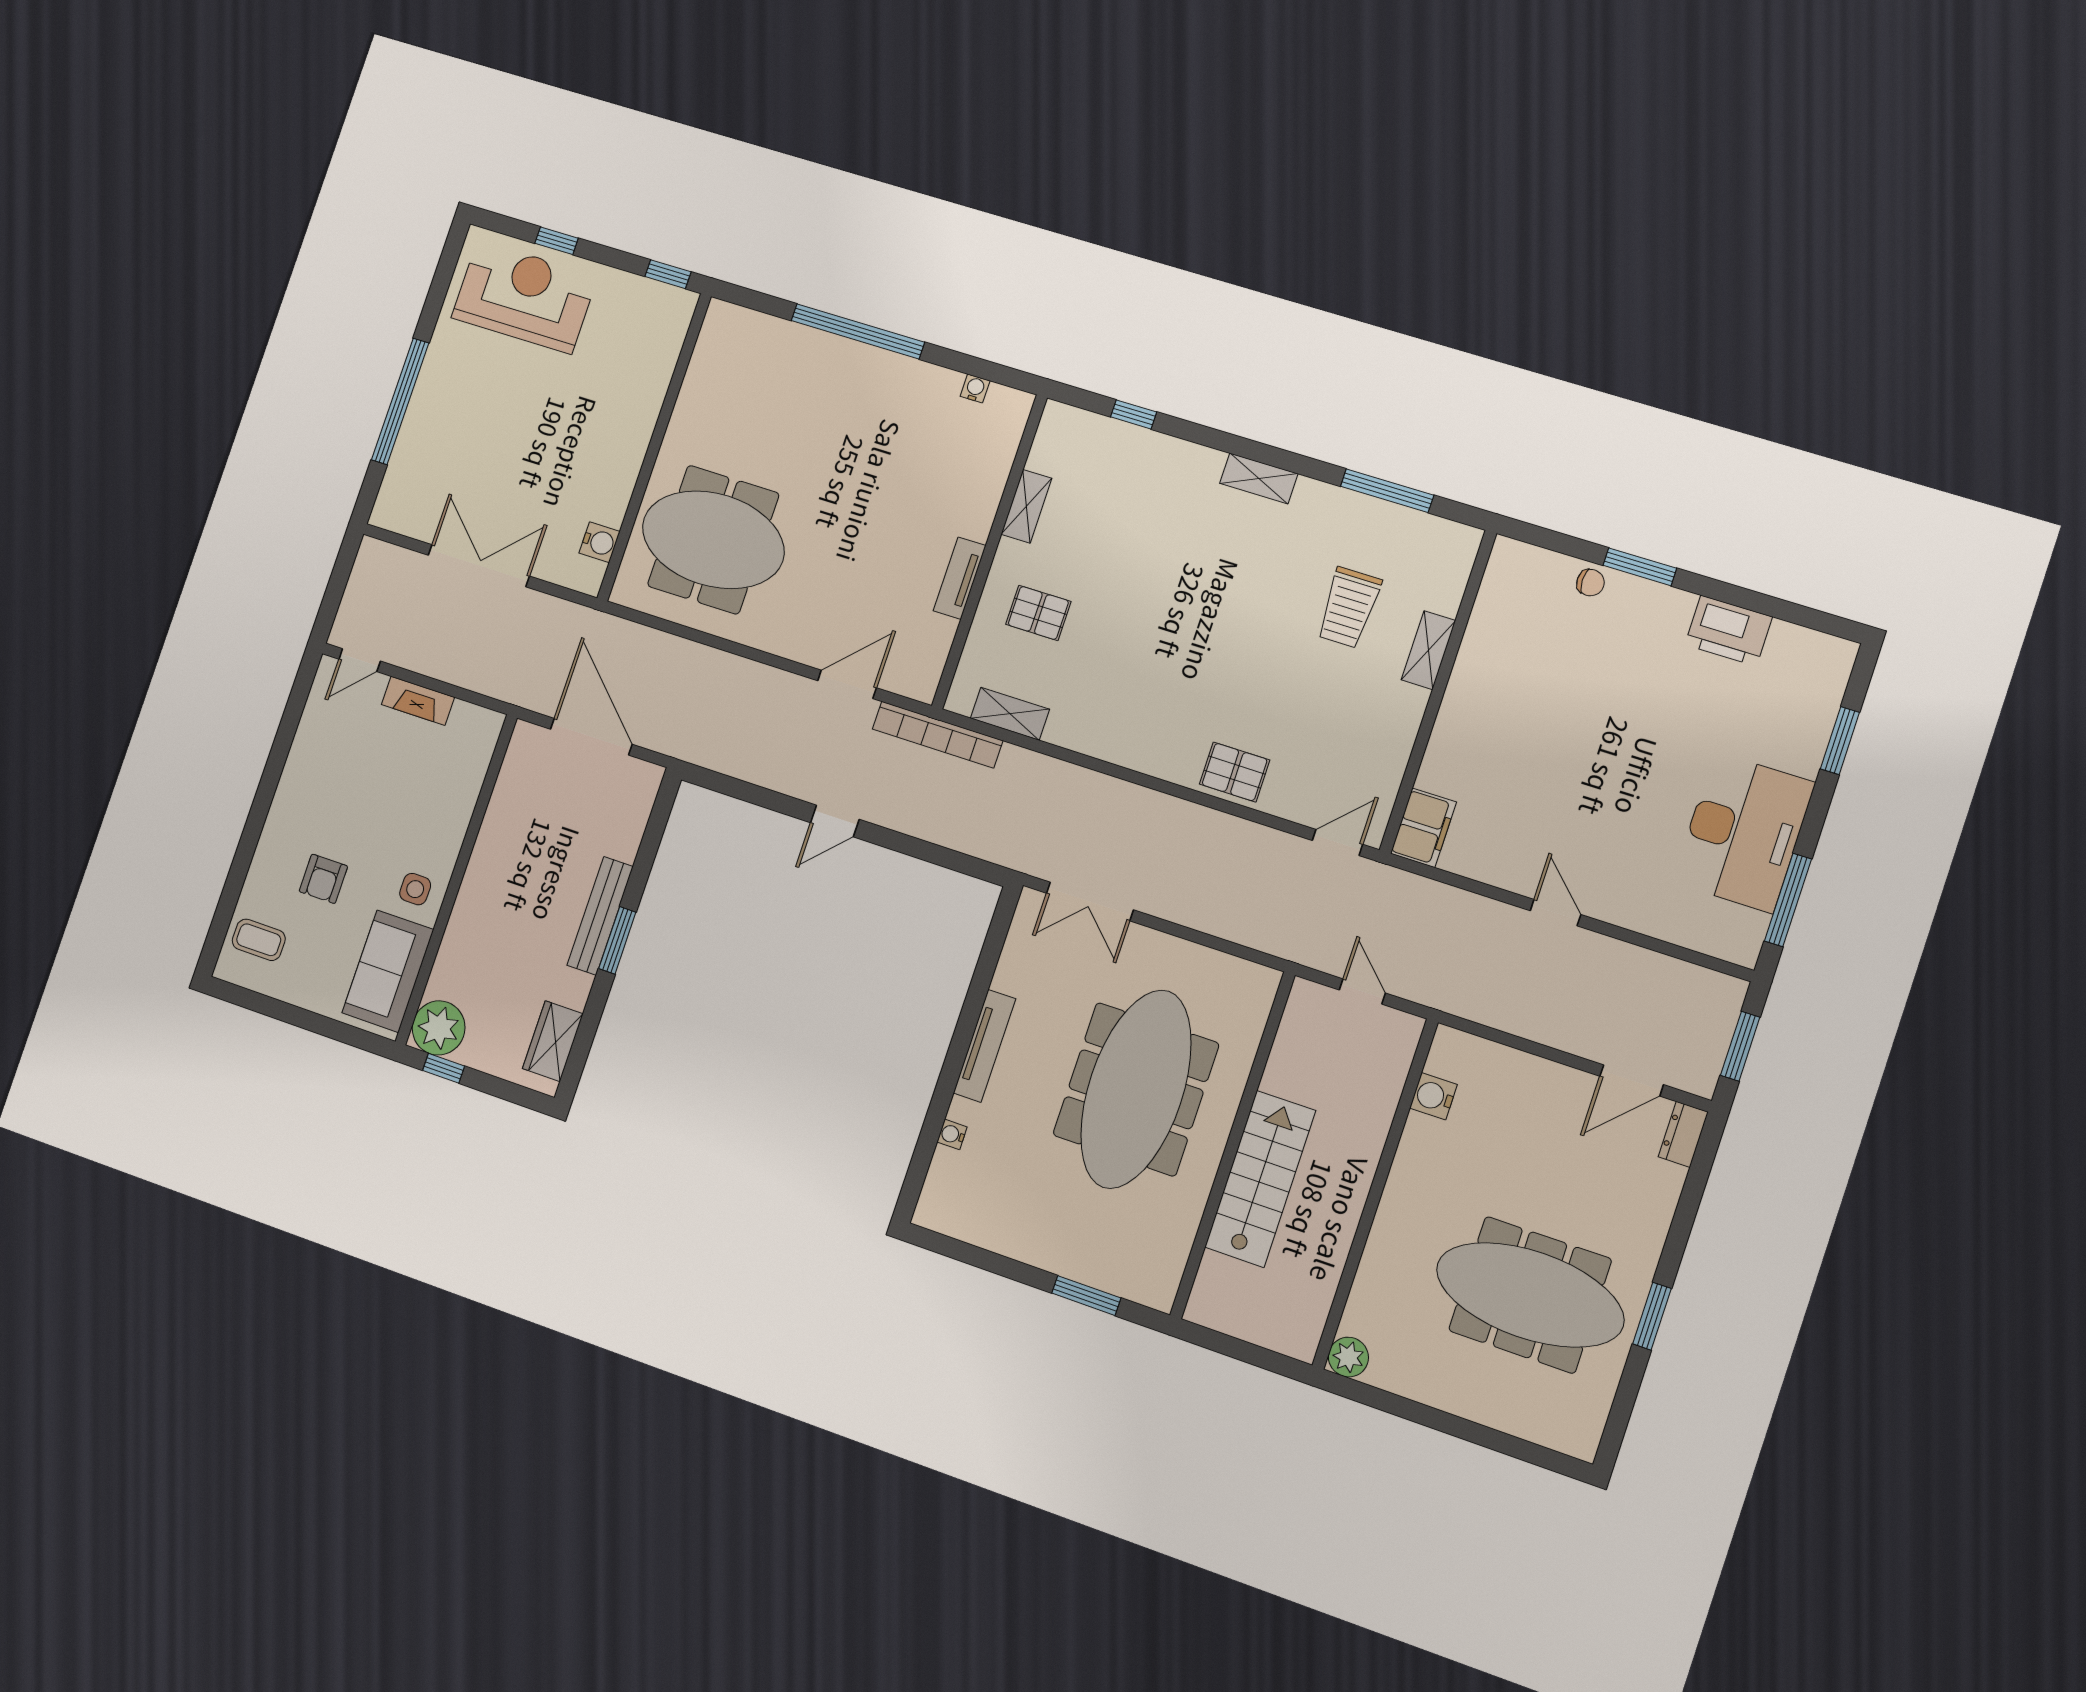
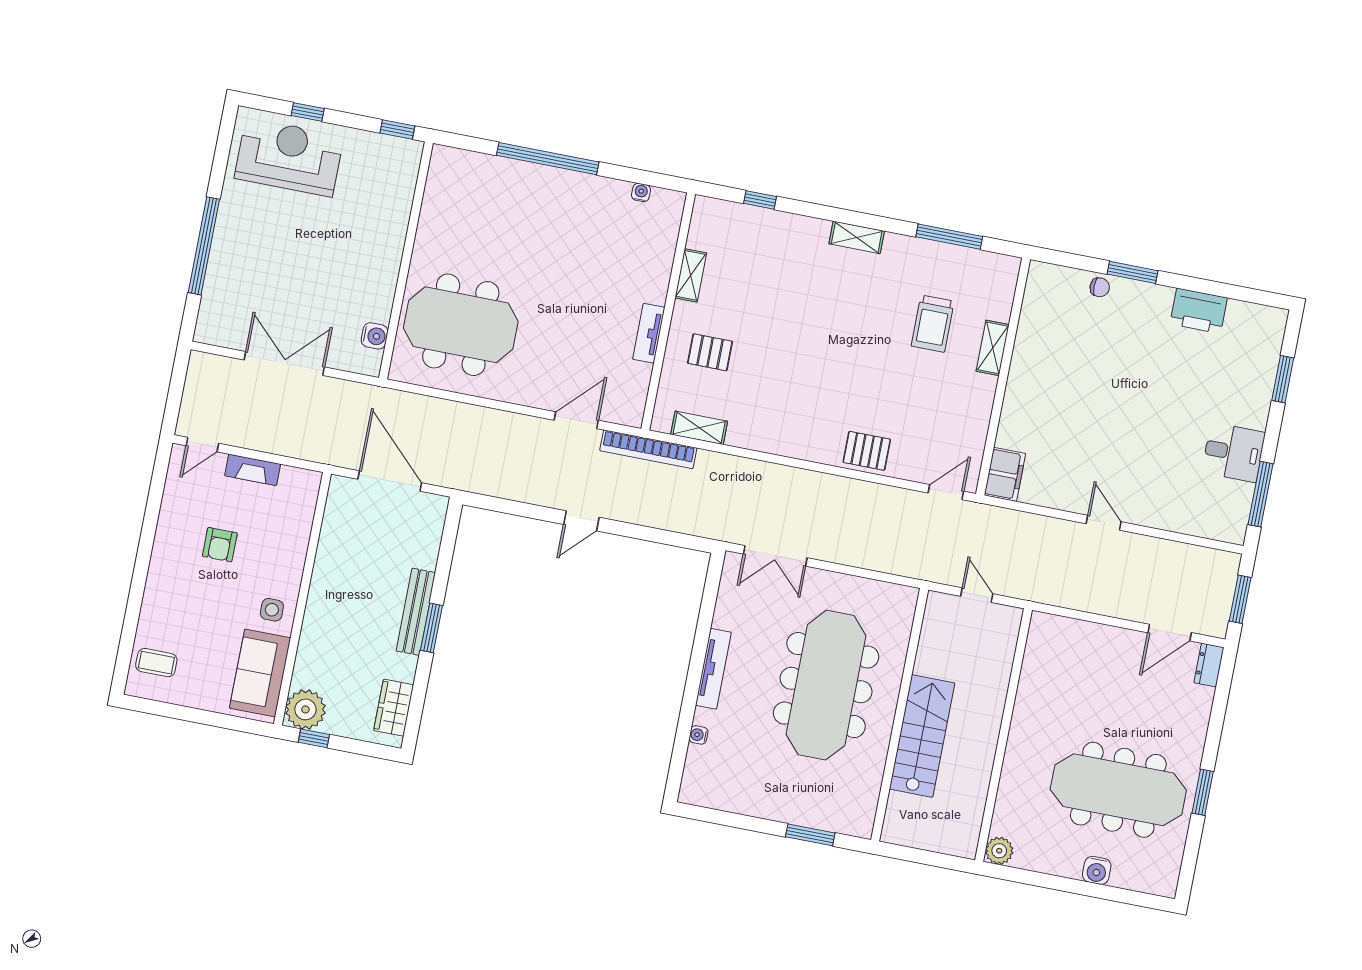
desk: (1744, 832) -> (1233, 452), width x0.53, depth x0.77
armchair: (323, 879) -> (220, 545), moved
water cooler: (1433, 1096) -> (1097, 870), moved, turned -90

